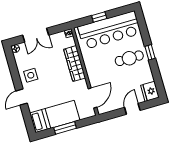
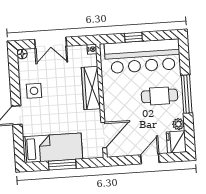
window: (150, 52) -> (187, 94), width x2.17
plant: (149, 77) -> (178, 124), added

